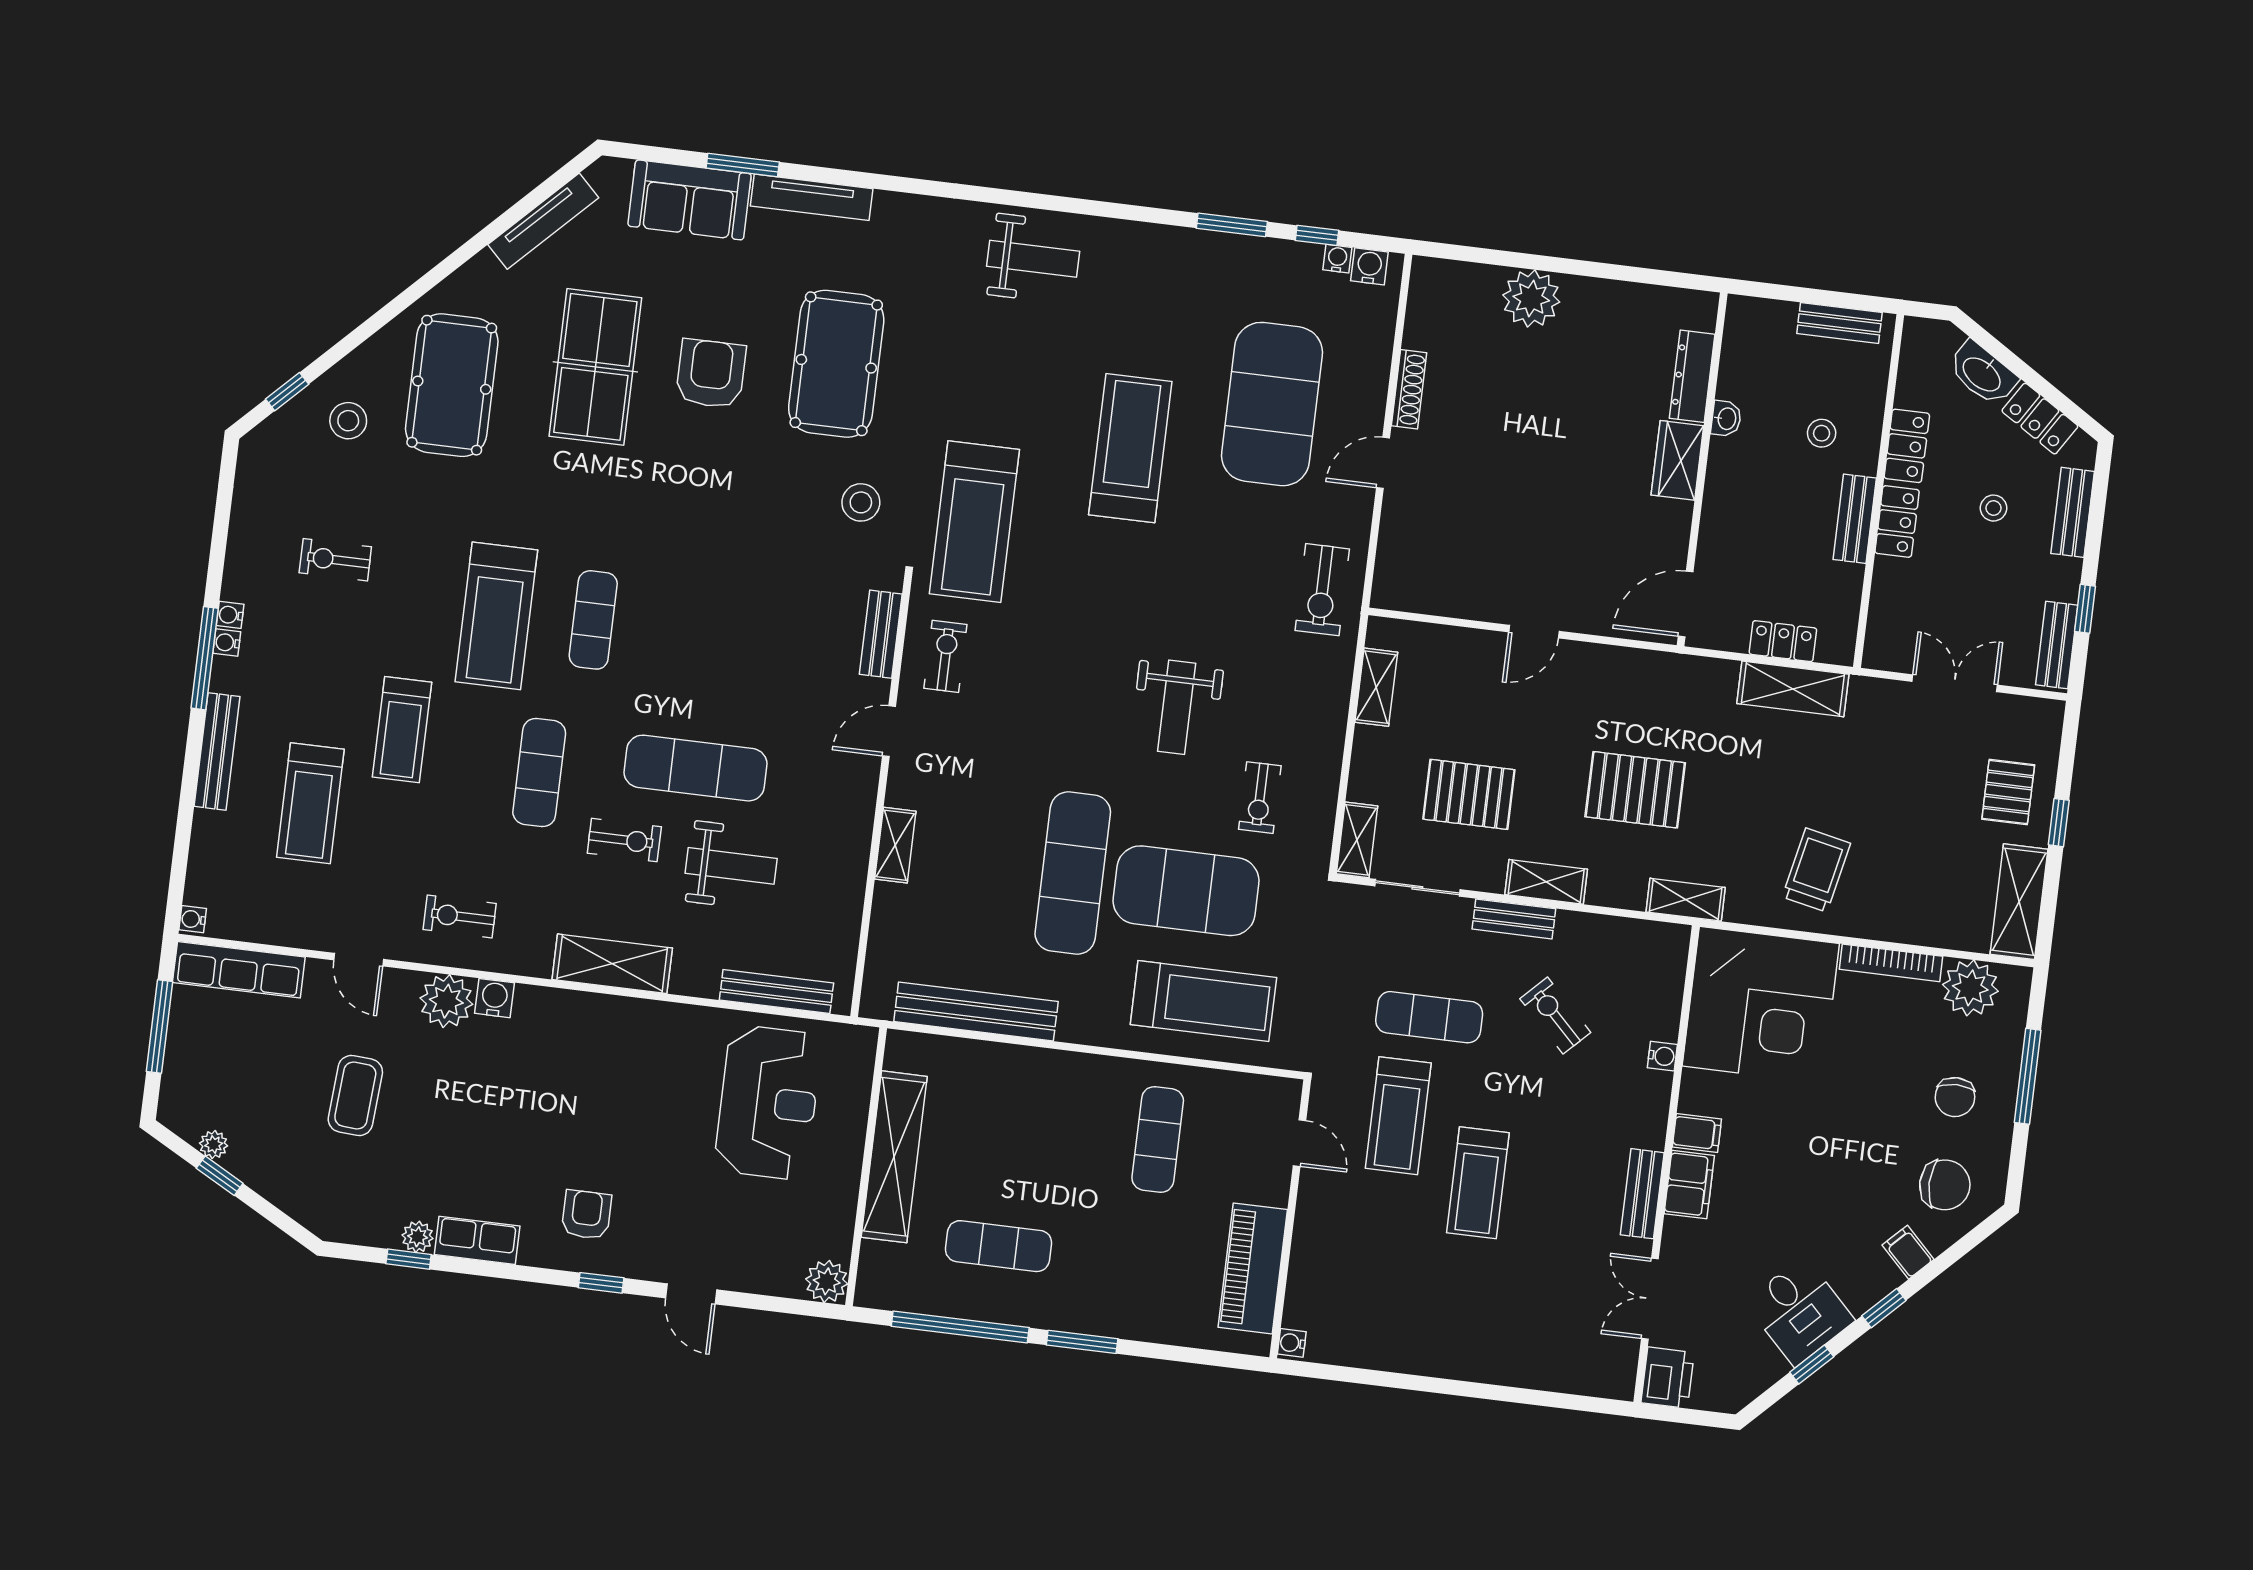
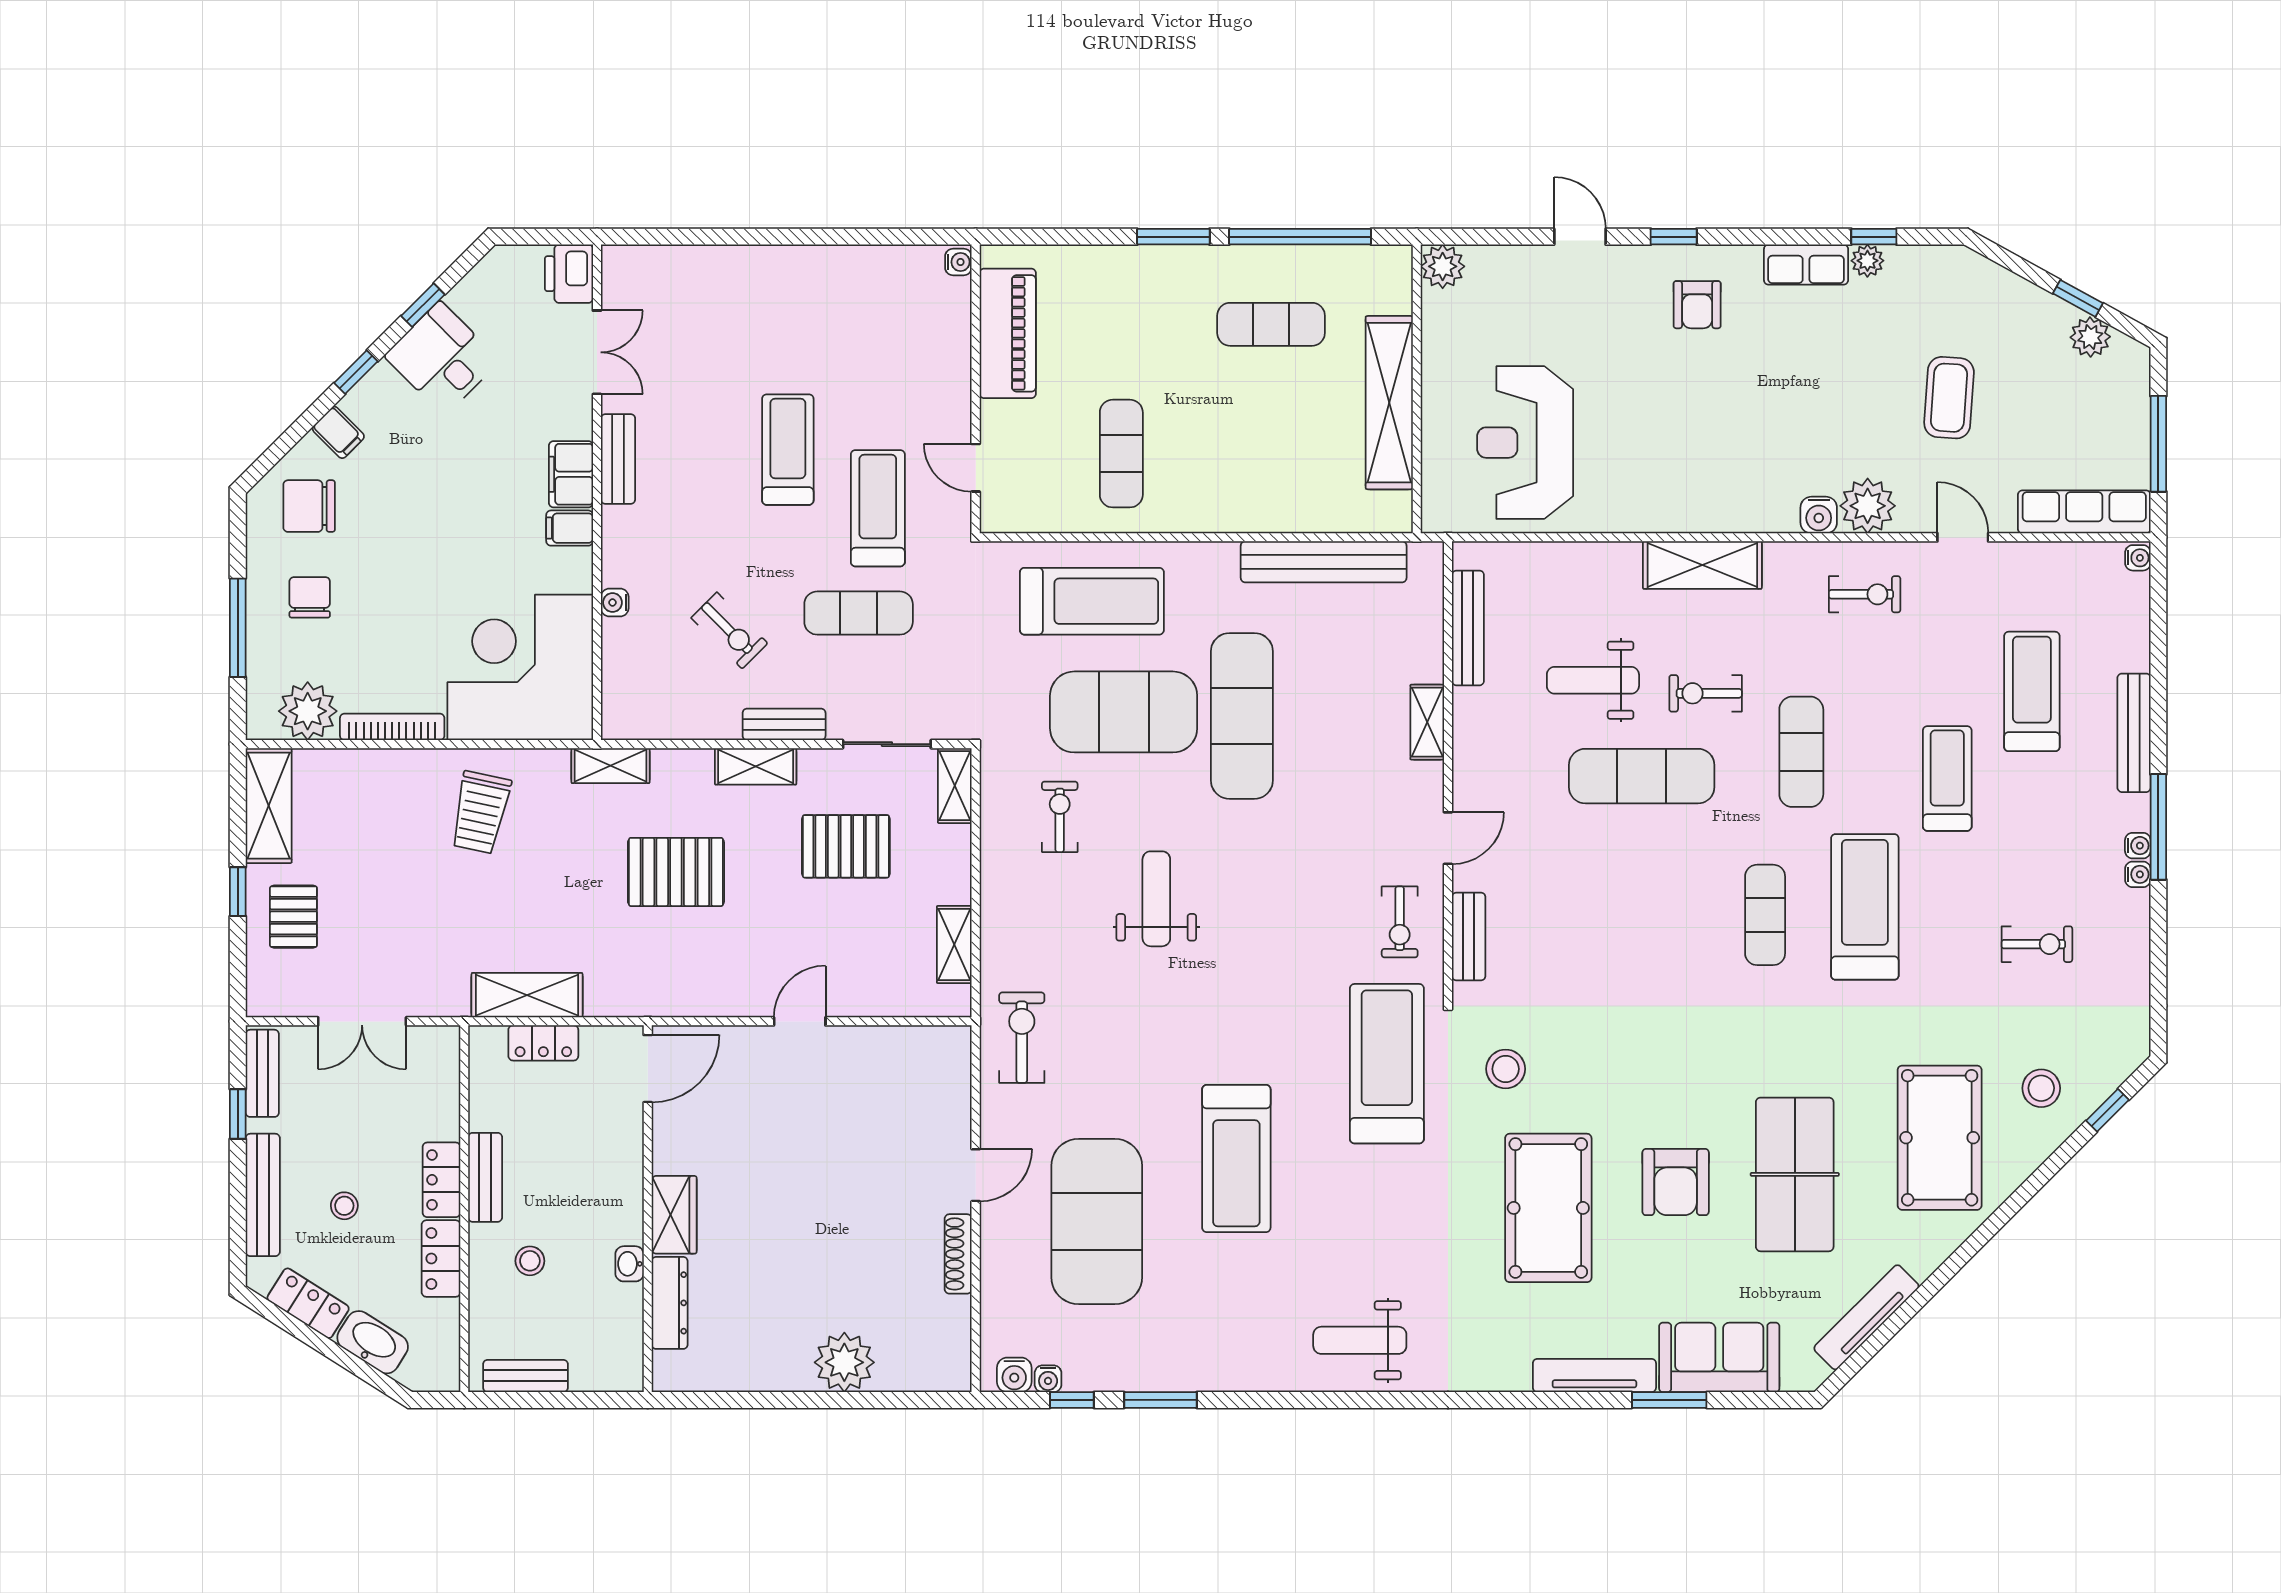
bench: (2073, 512) -> (263, 1195), width x1.36
bench: (776, 991) -> (1468, 628), moved, turned 90
treadmill: (1203, 1001) -> (1092, 601), turned 180
plant: (214, 1145) -> (2090, 337), width x1.38, depth x1.38

